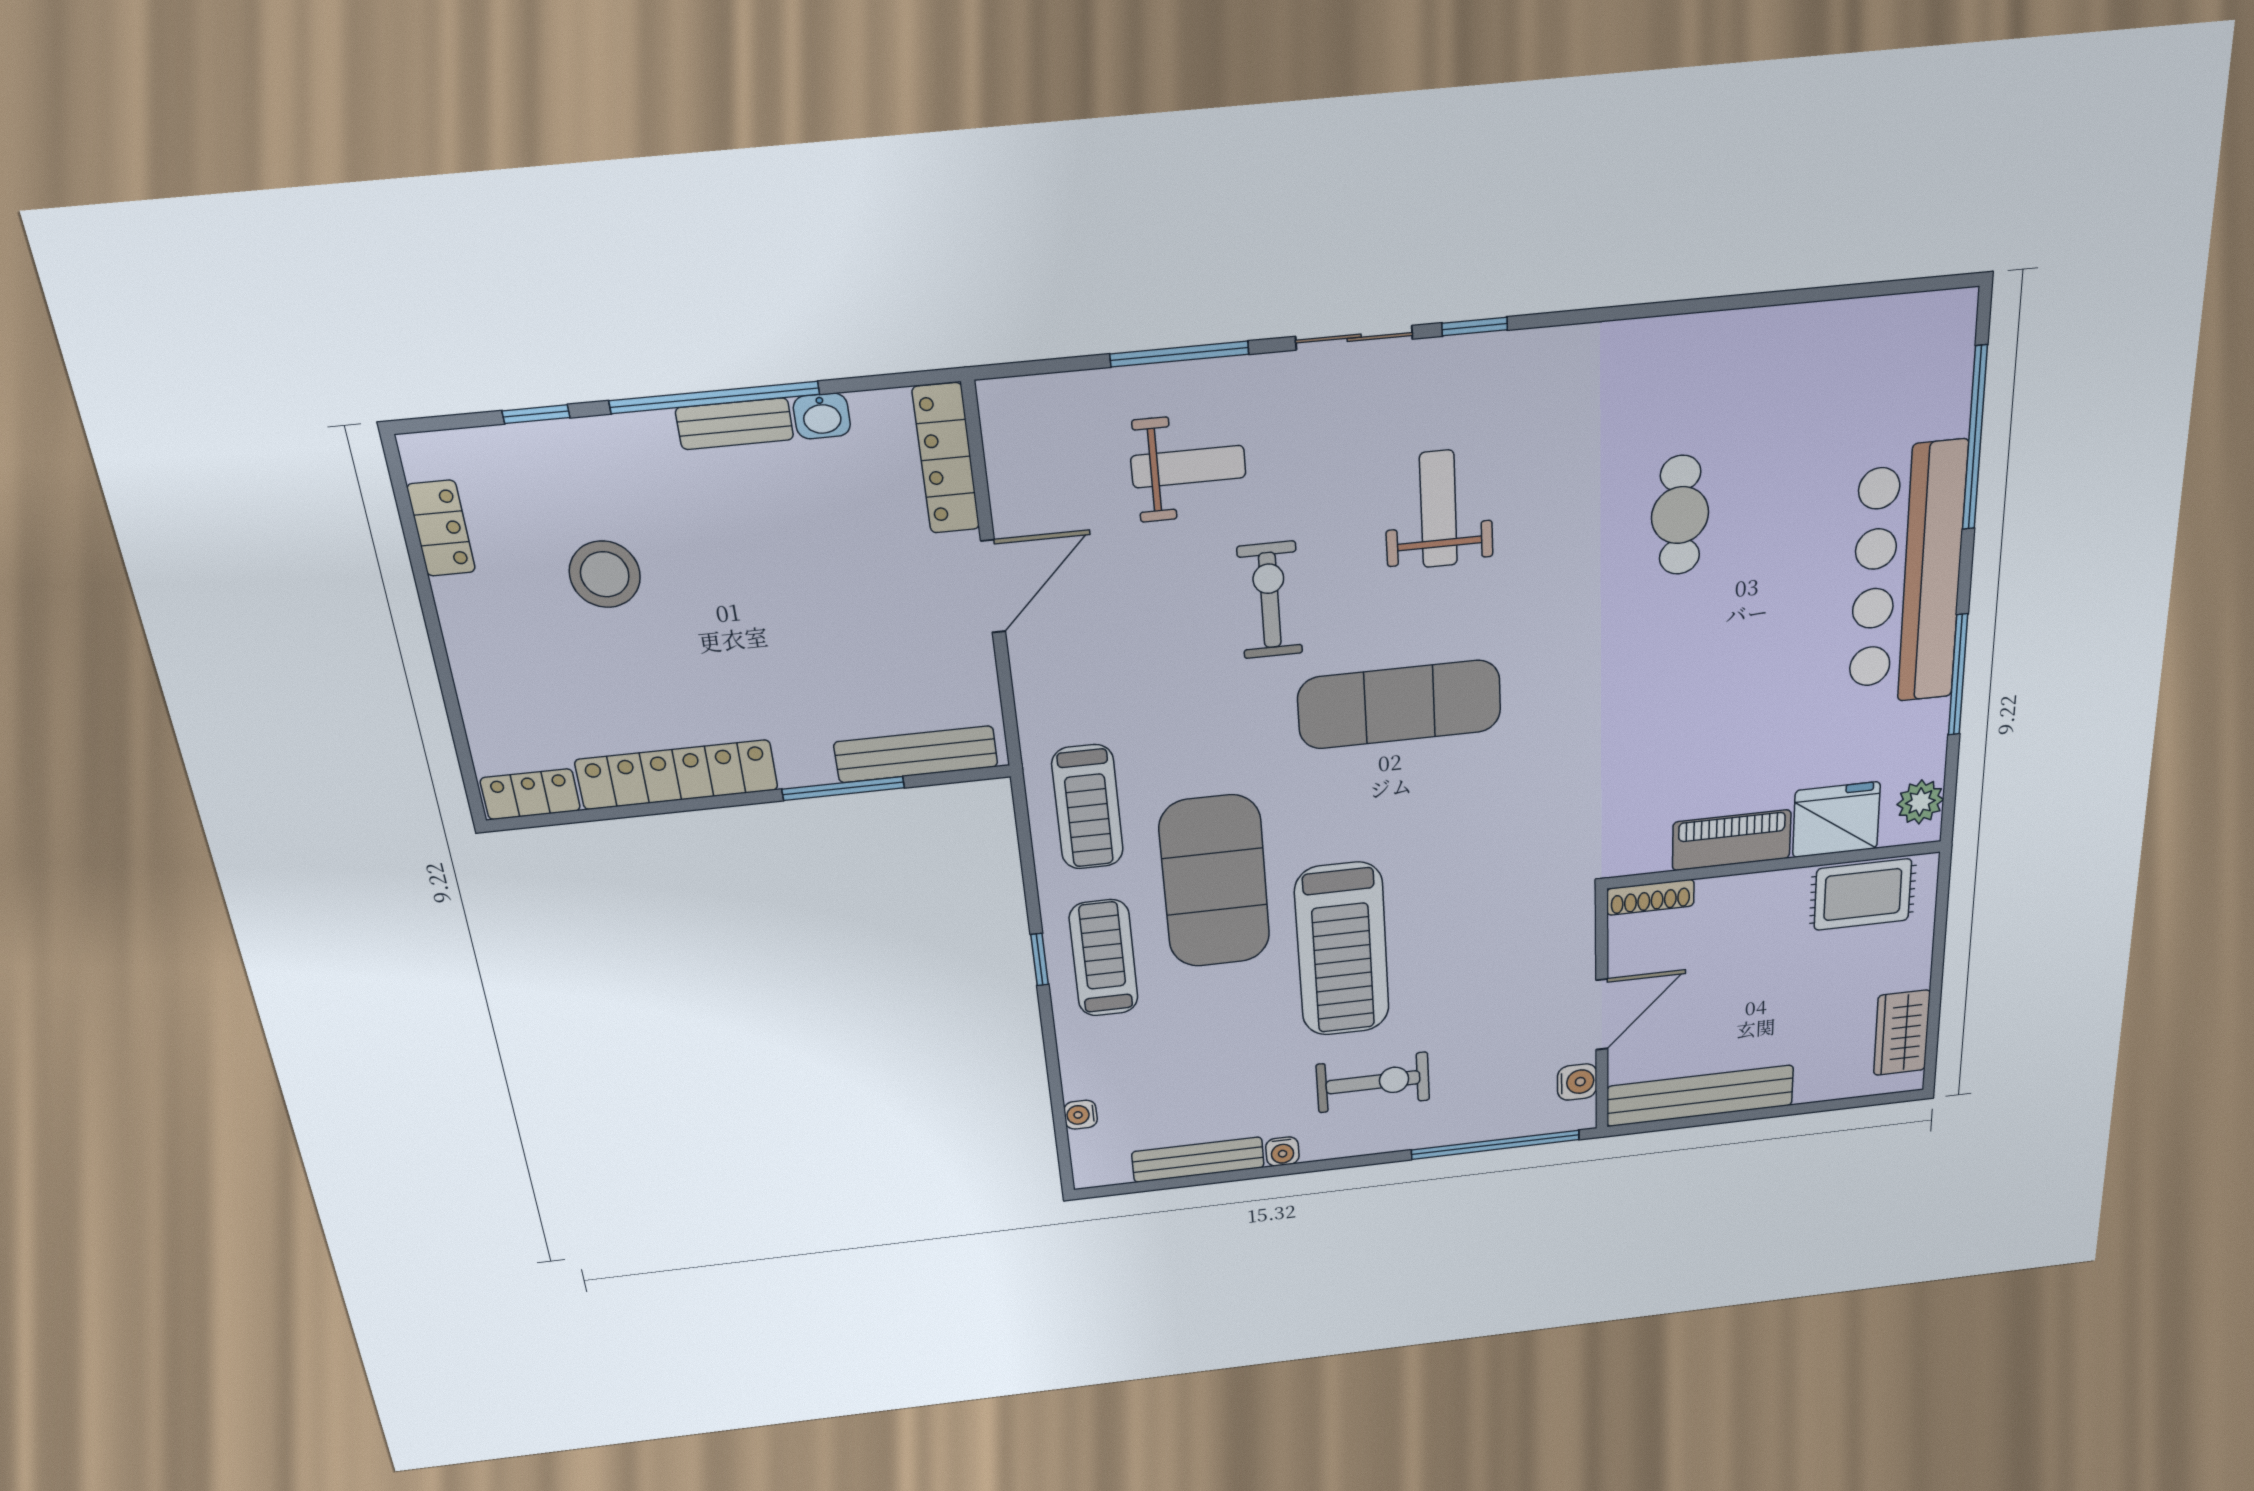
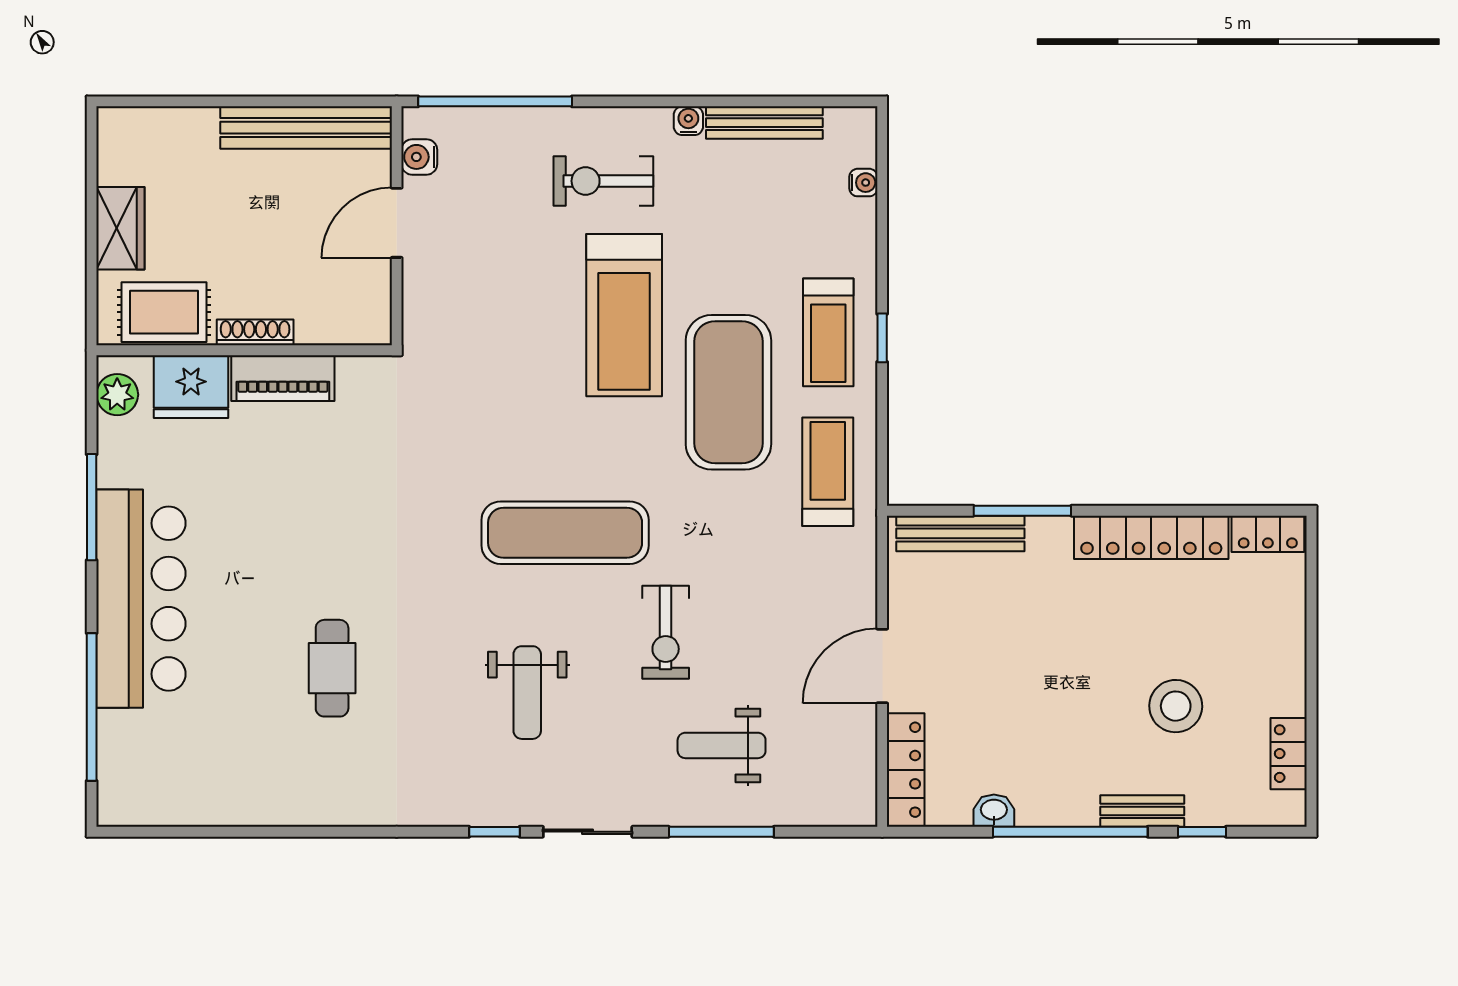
bench: (735, 424) -> (1142, 811), moved
shoe rack: (1650, 897) -> (255, 332), moved
treadmill: (1342, 950) -> (624, 315), turned 180
wardrobe: (1902, 1033) -> (120, 228), moved

